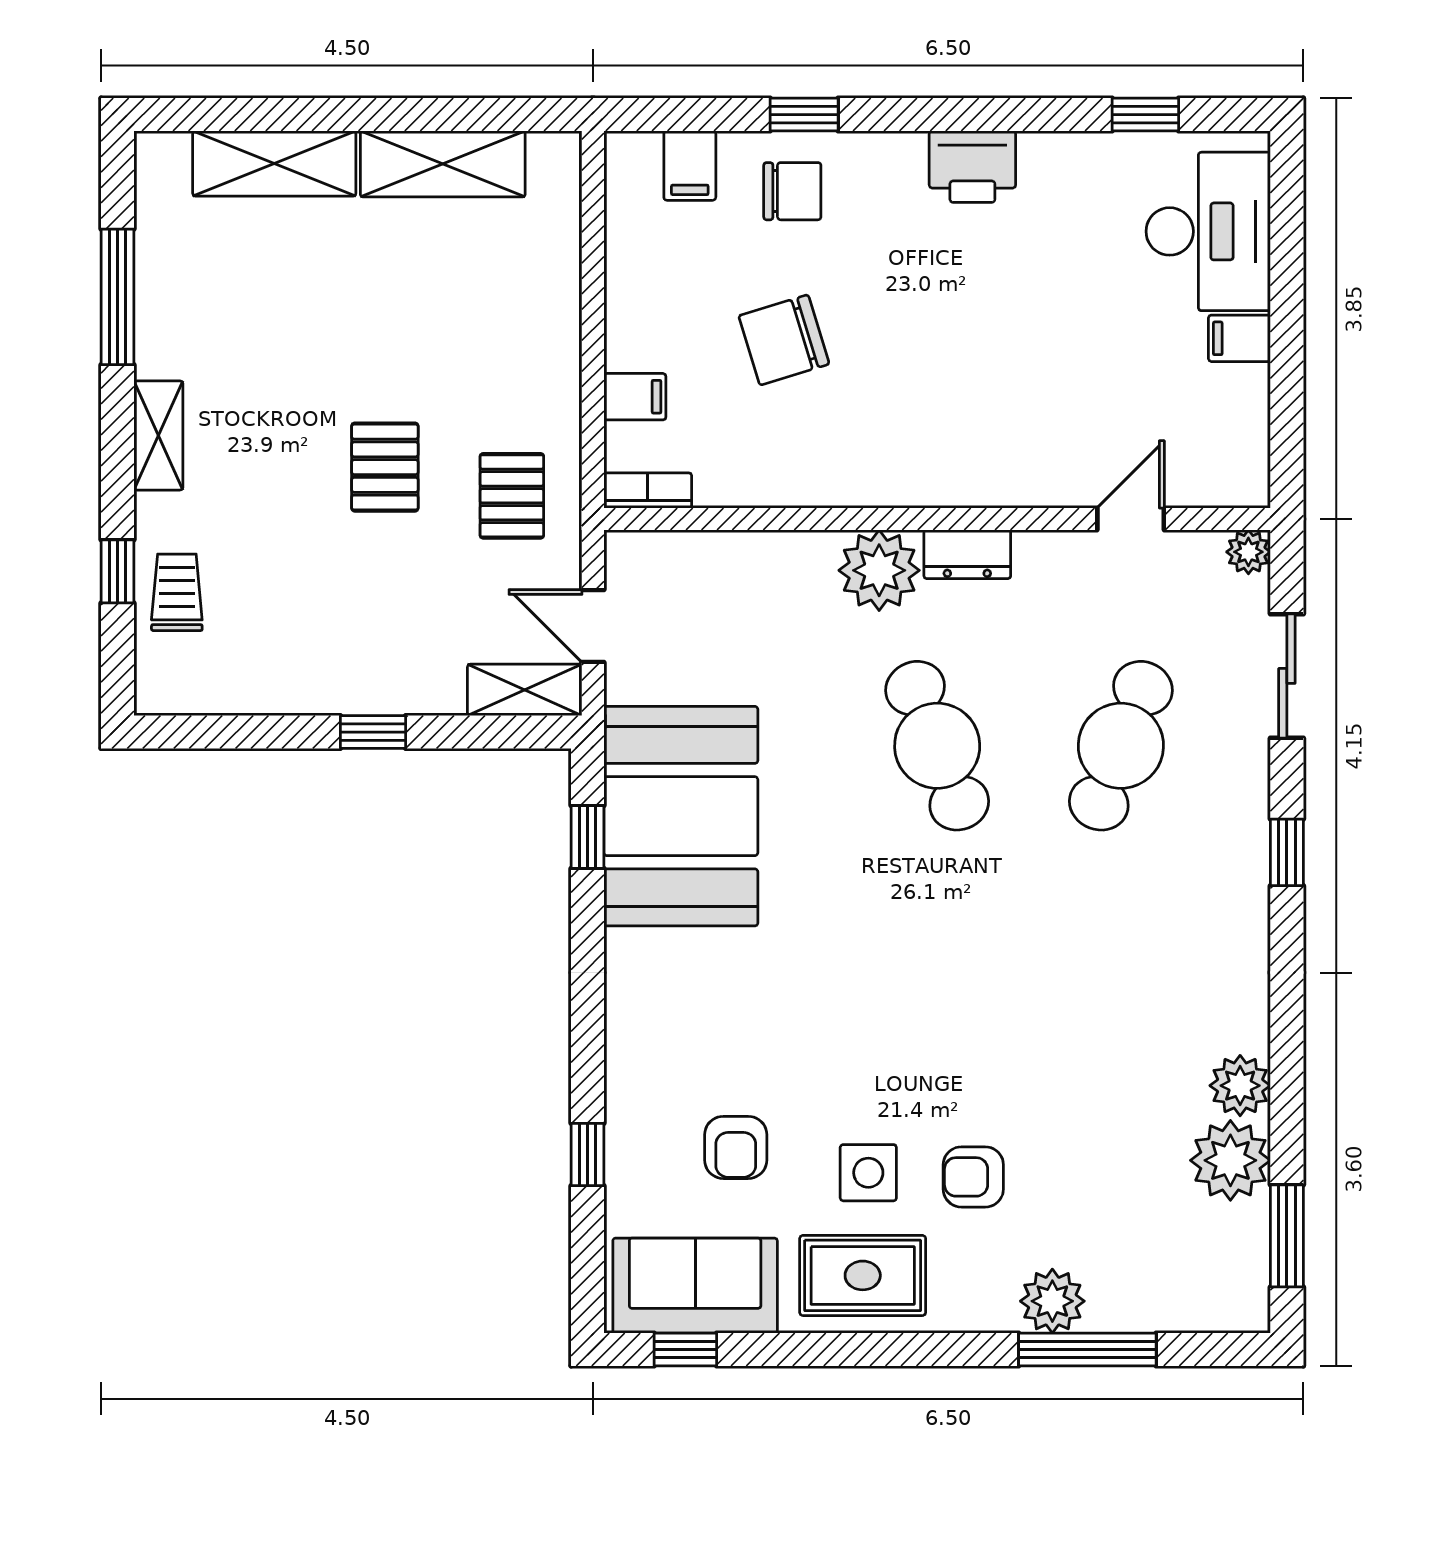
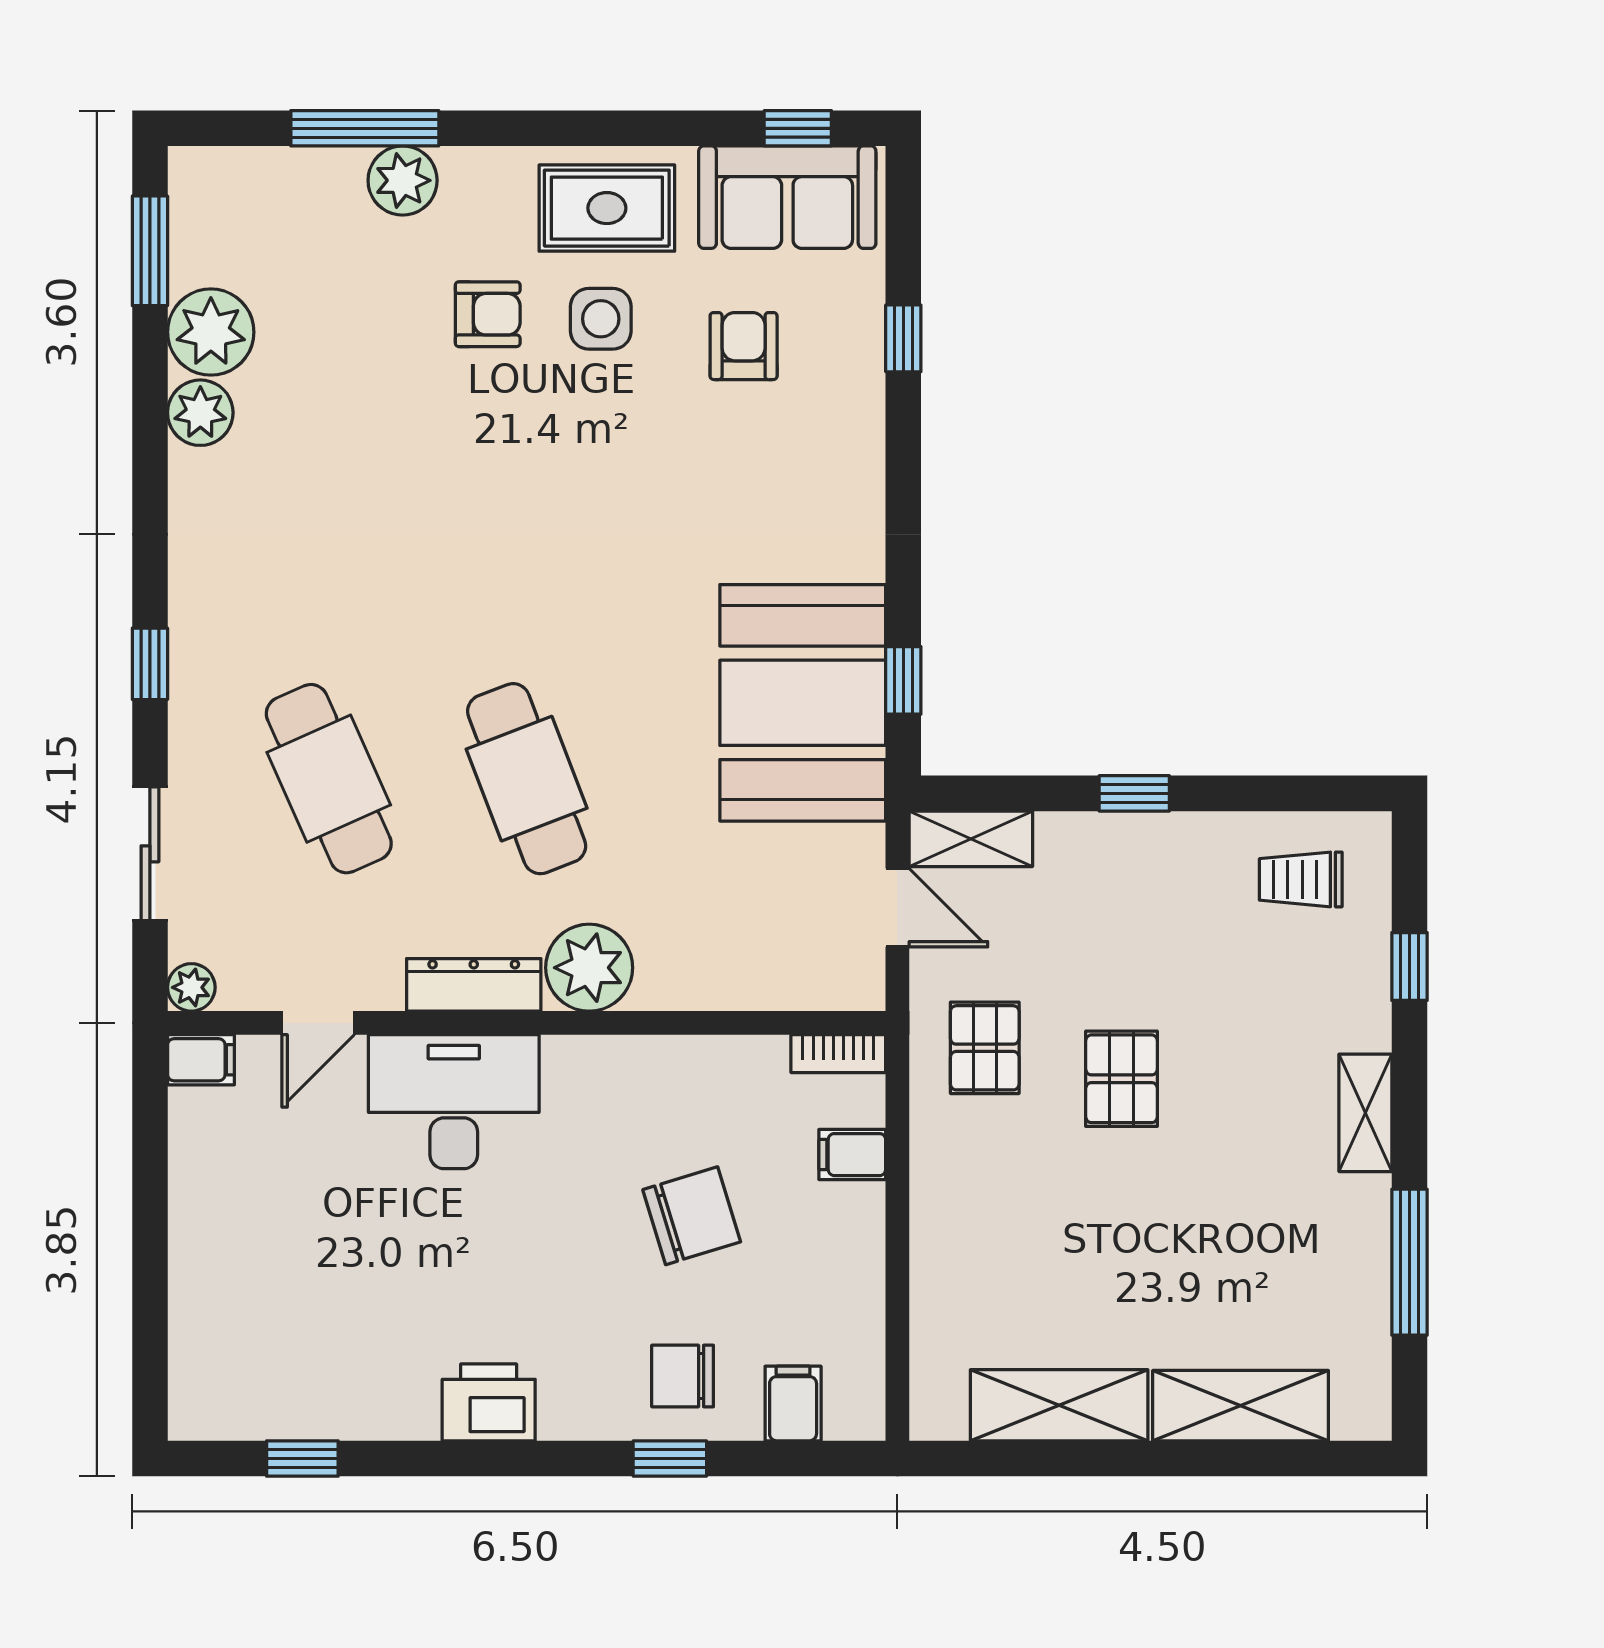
desk: (1208, 231) -> (454, 1102), moved, turned 90
filing cabinet: (1239, 338) -> (201, 1060), moved
dresser: (967, 554) -> (474, 985), width x1.44
trolley: (177, 592) -> (1301, 879), moved, turned 90
cafe table: (1121, 746) -> (329, 779), turned -45

